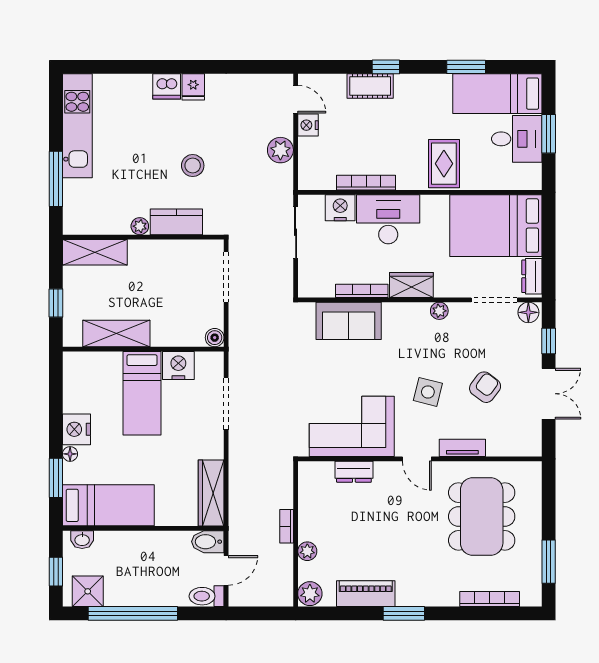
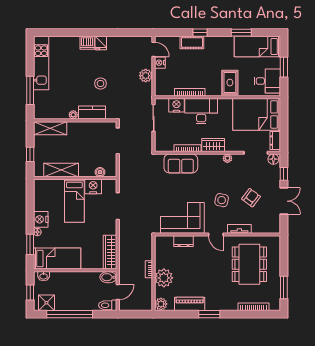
desk: (517, 139) -> (267, 81), moved
boiler: (215, 338) -> (100, 172), moved
plant: (307, 551) -> (164, 278), width x1.88, depth x1.88

